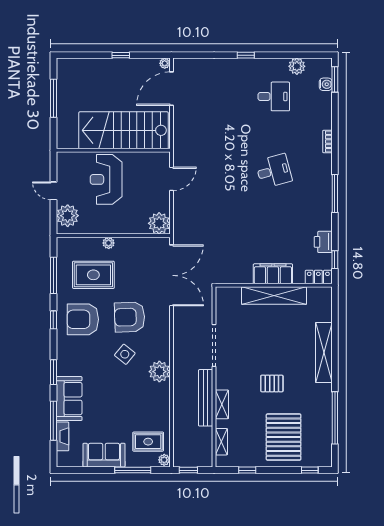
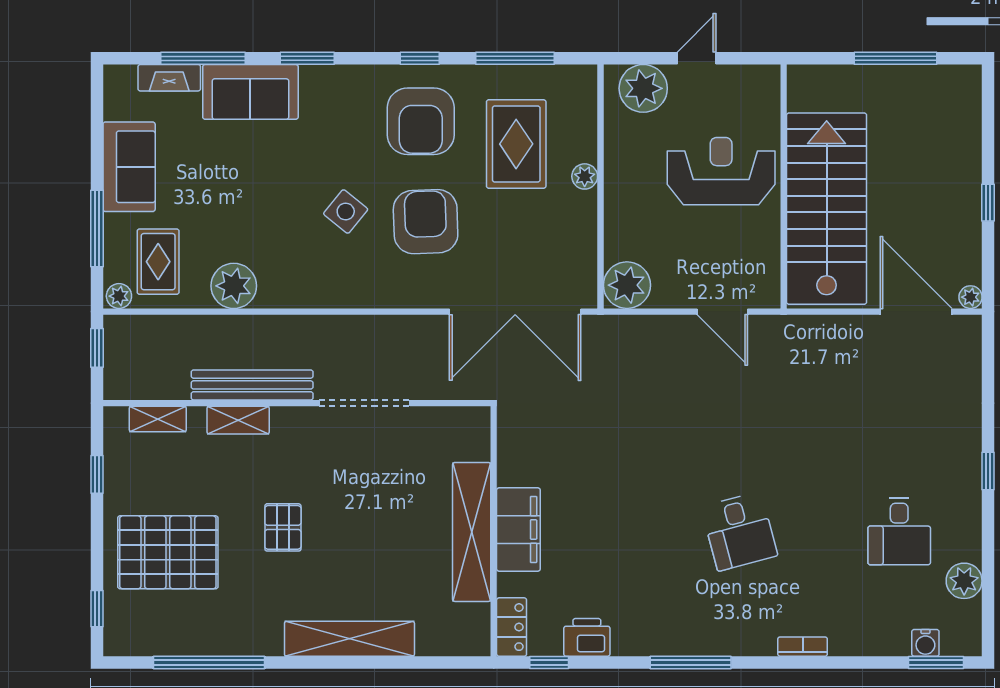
armchair: (83, 319) -> (421, 121), turned 180
plant: (159, 372) -> (234, 286), moved

